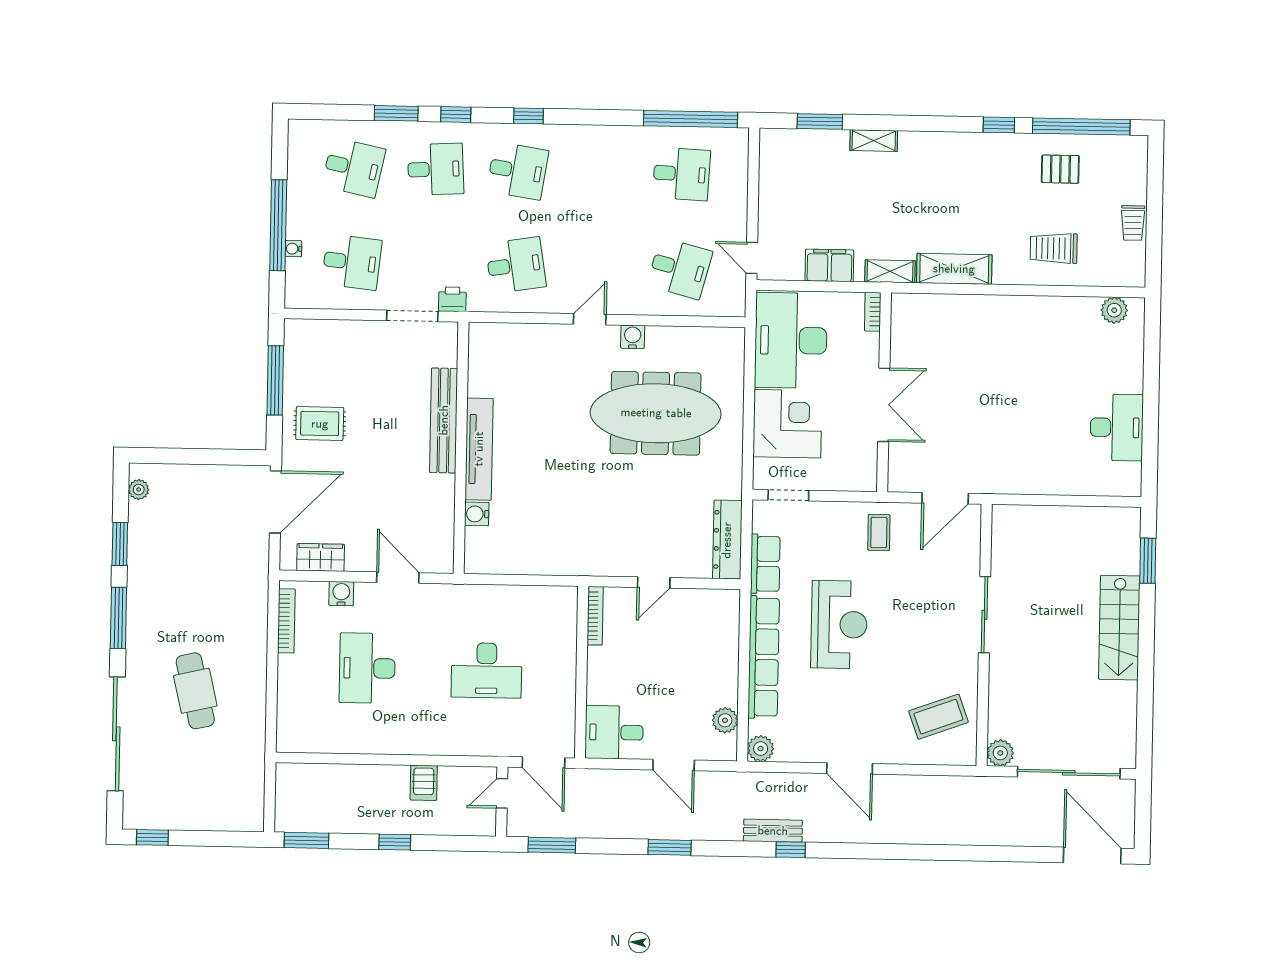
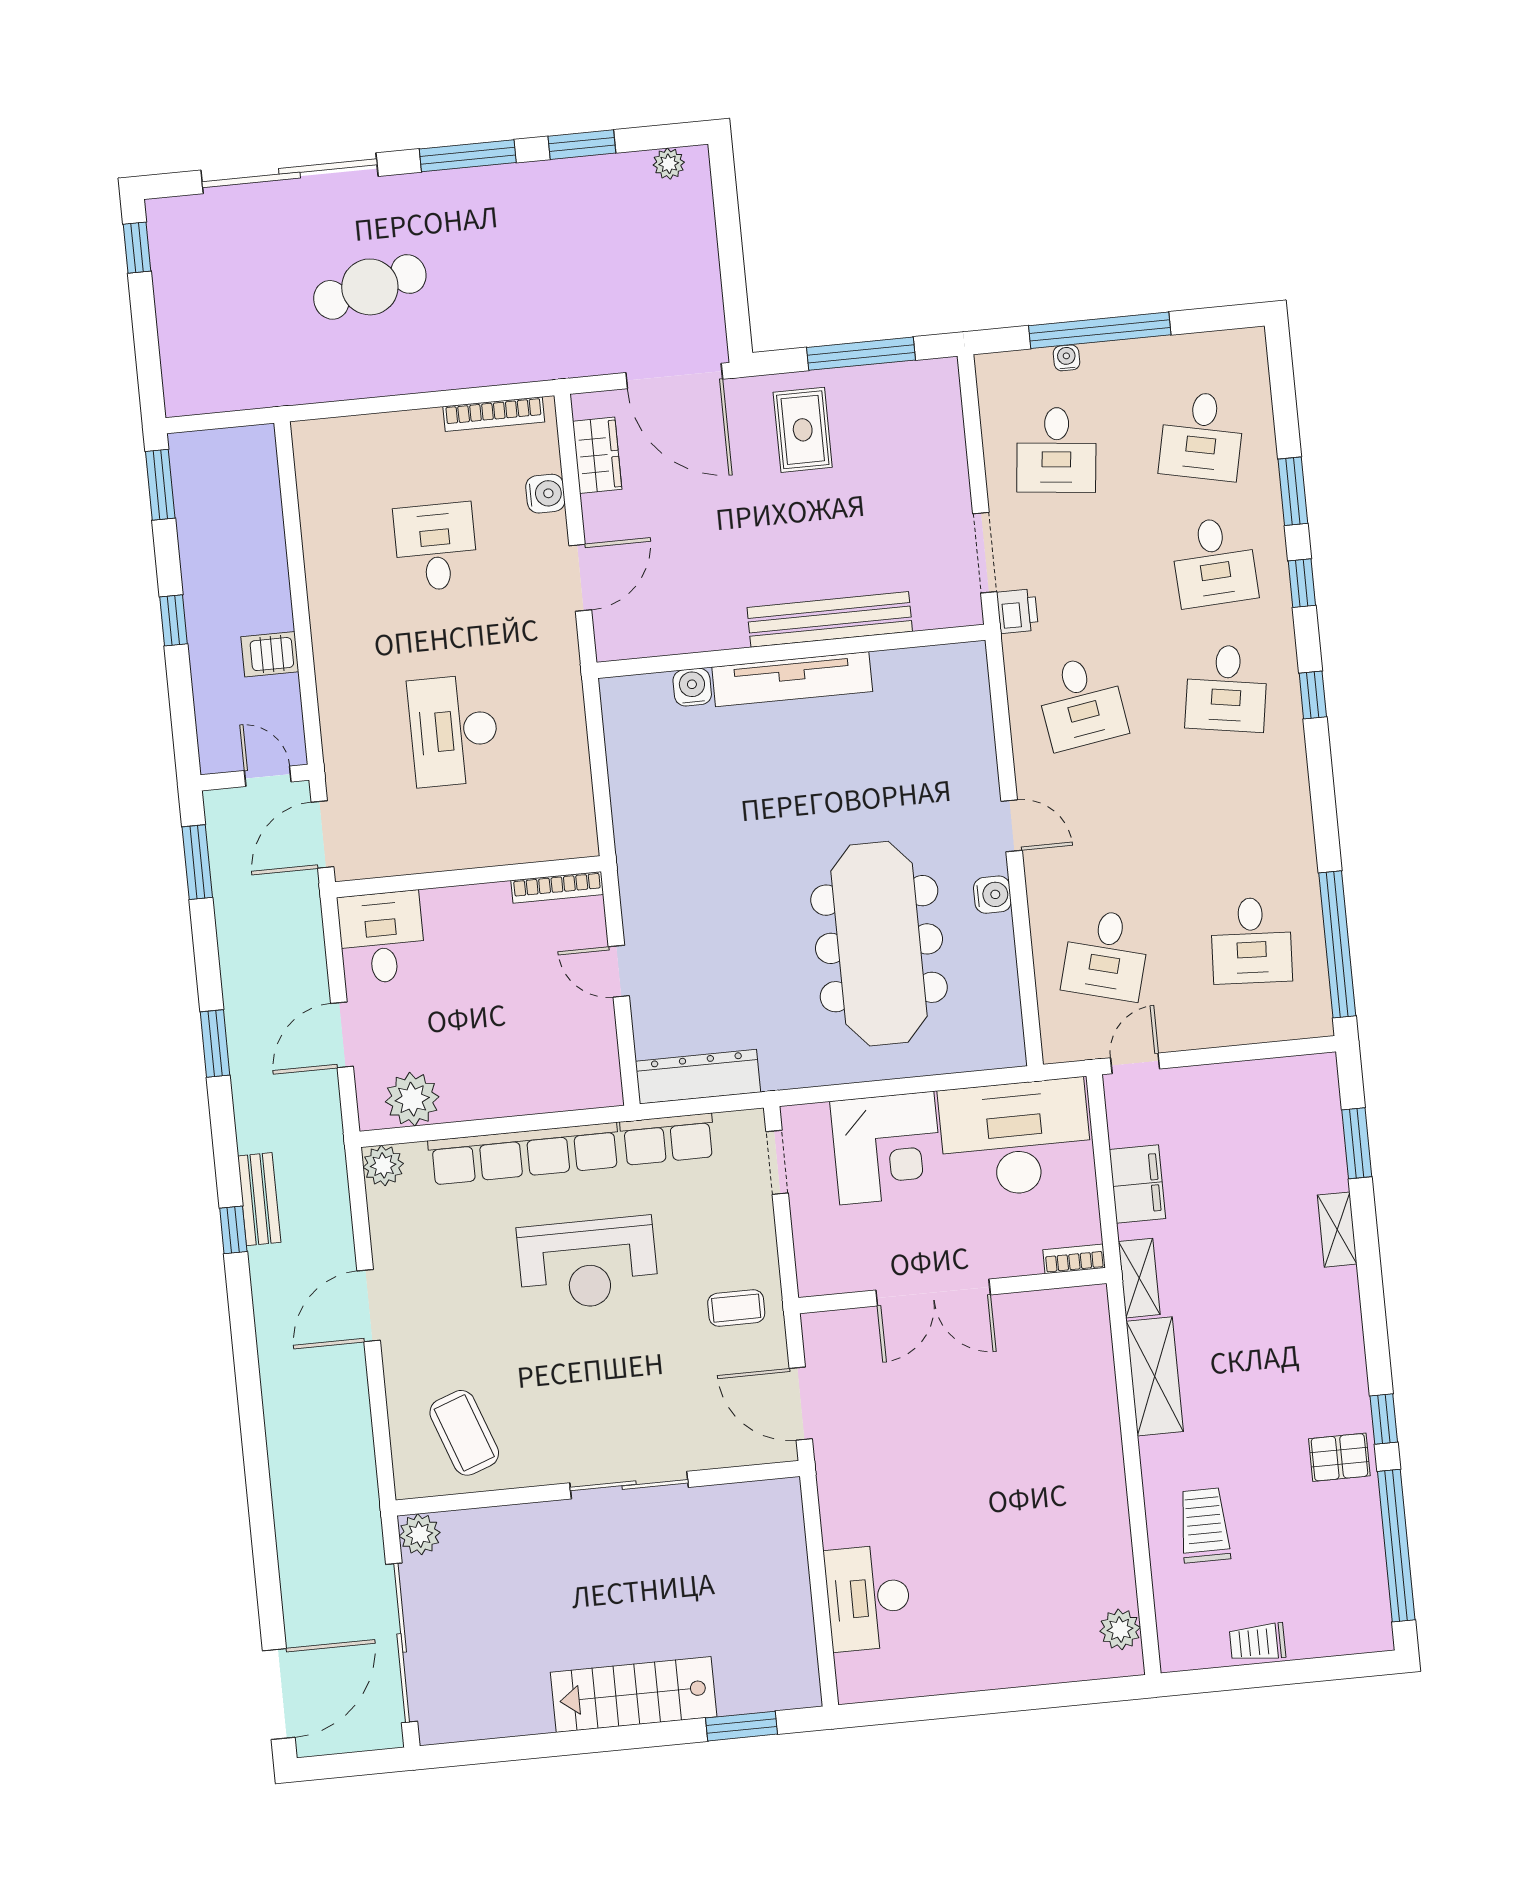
pallet: (1060, 169) -> (1339, 1457), moved, turned 90
desk: (1117, 427) -> (868, 1598), moved, turned 90
desk: (367, 668) -> (436, 547), width x0.73
plant: (725, 720) -> (412, 1099), width x1.36, depth x1.36

